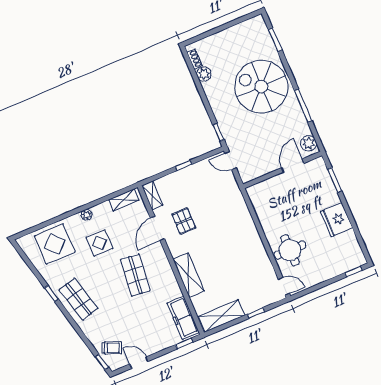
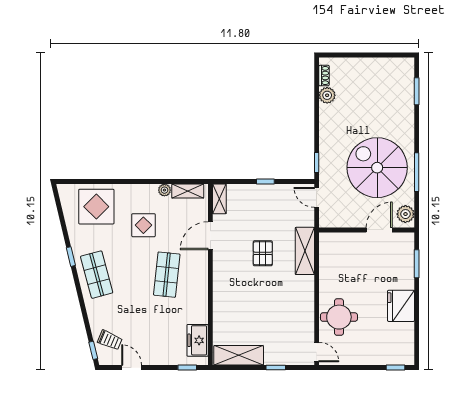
spiral stairs: (261, 87) -> (377, 168), moved
plant: (87, 215) -> (164, 190), moved
pallet: (184, 221) -> (263, 253), moved
shelving: (189, 275) -> (305, 251), moved
freezer: (183, 318) -> (198, 340), width x0.71

